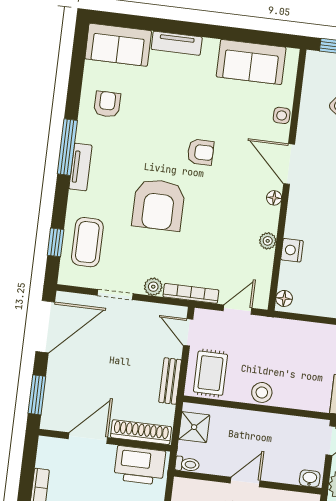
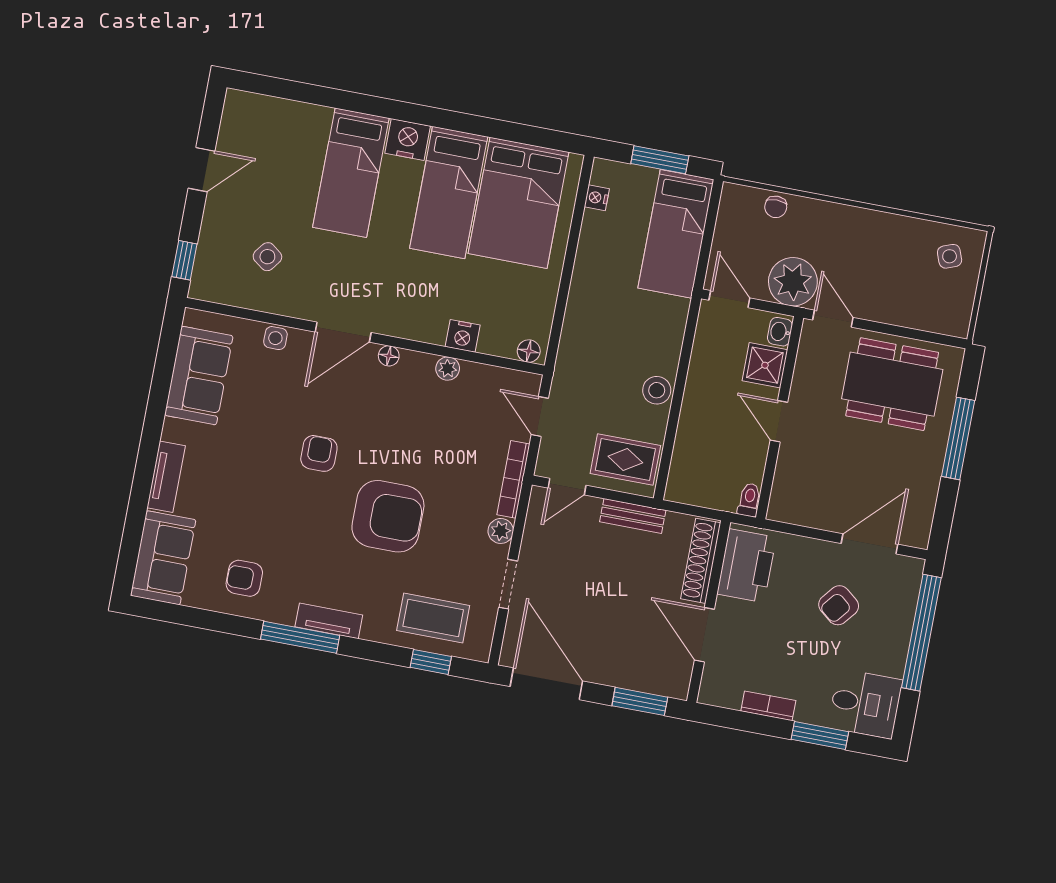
shower: (194, 427) -> (765, 365), moved

